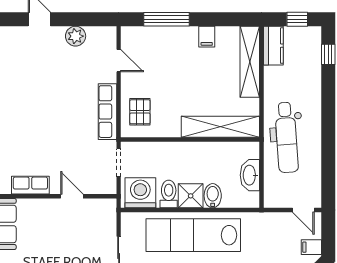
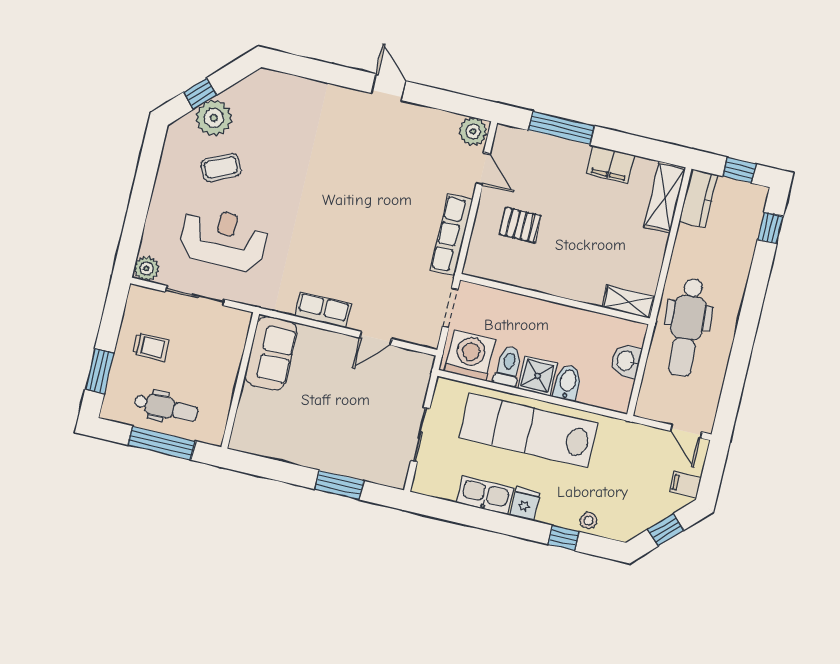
plant: (76, 36) -> (473, 131), moved
filing cabinet: (207, 37) -> (611, 165), width x2.00
shelving: (250, 62) -> (665, 197), width x0.68
pallet: (140, 112) -> (520, 225), moved, turned 90
shelving: (220, 127) -> (628, 302), width x0.45, depth x0.75
washbasin: (250, 175) -> (626, 361), width x0.72
door: (72, 196) -> (376, 338), swing flipped

